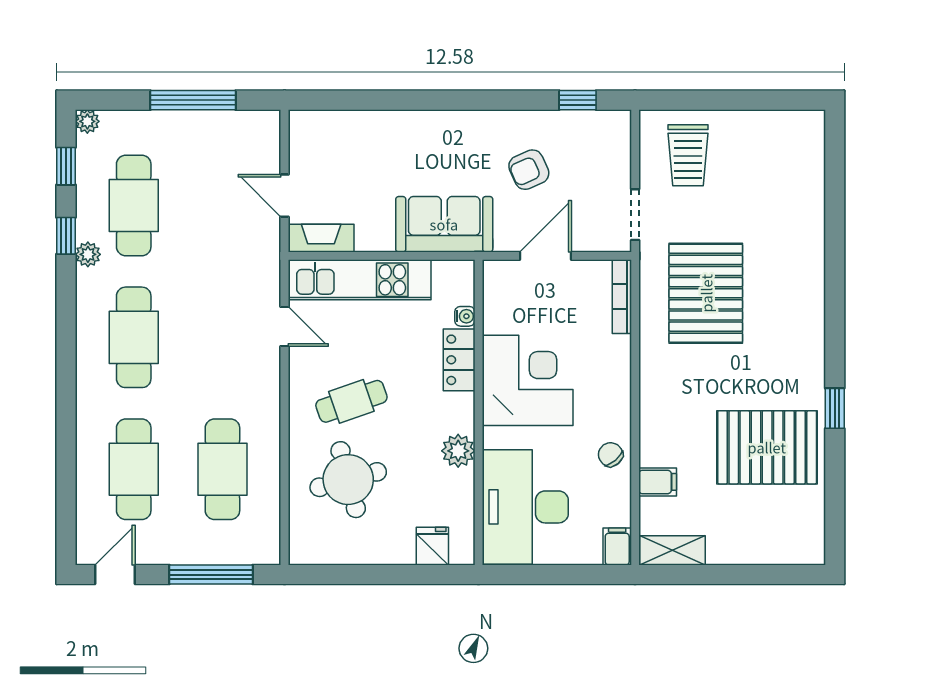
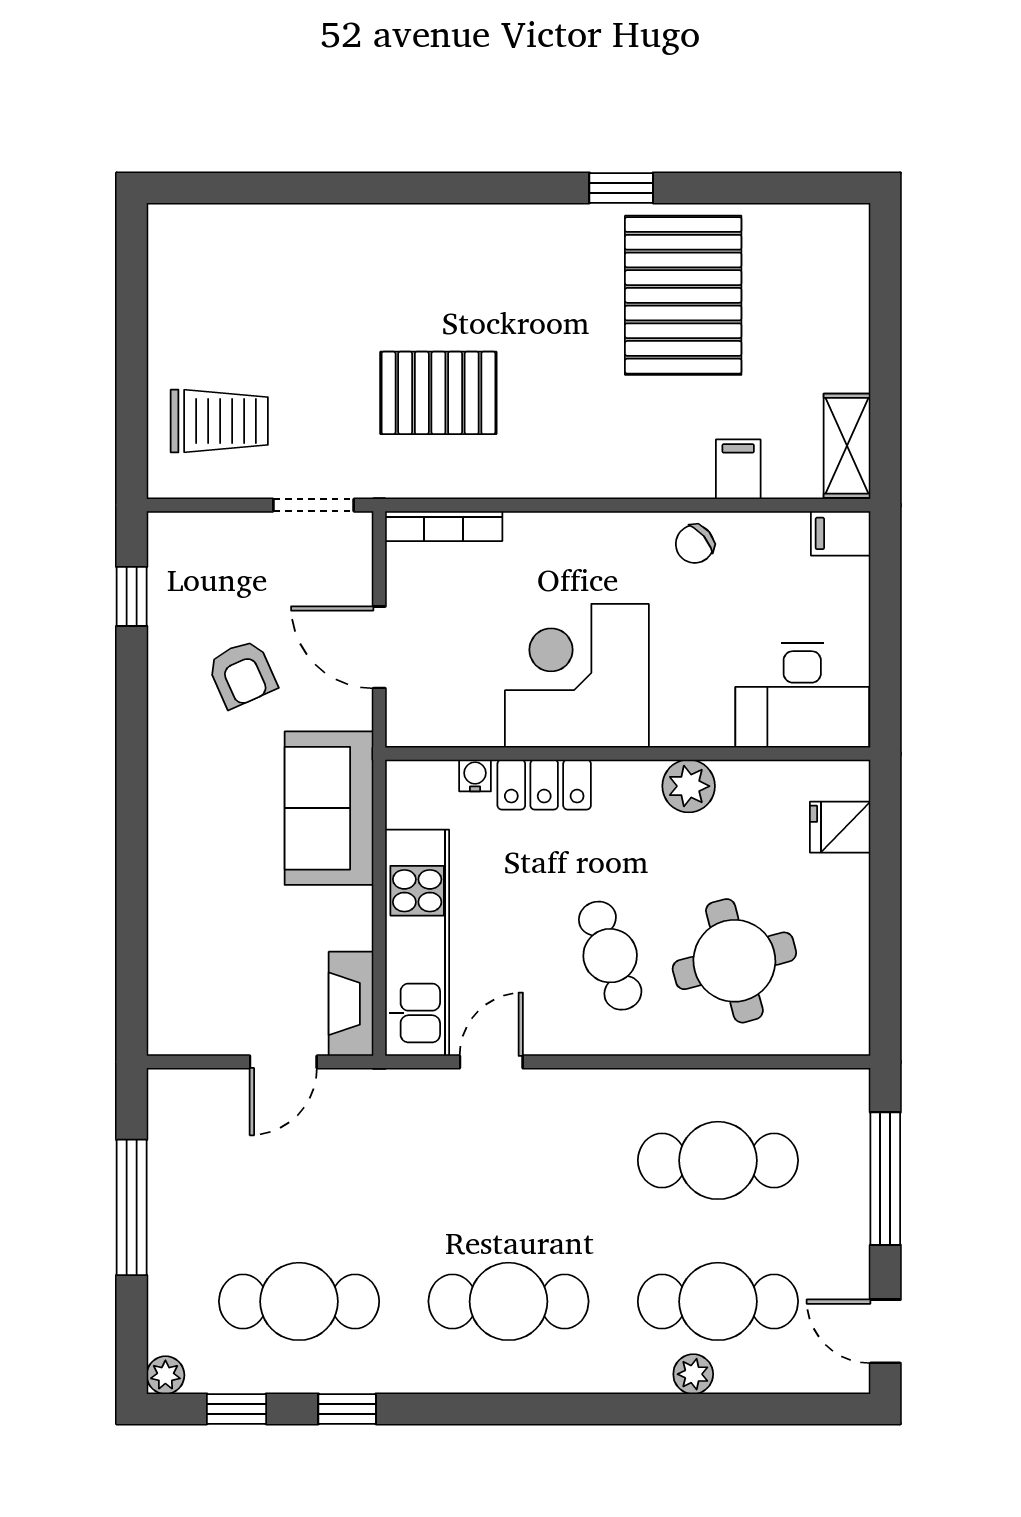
plant: (88, 254) -> (693, 1374), moved
pallet: (706, 293) -> (438, 393), width x0.73, depth x0.71
desk: (525, 507) -> (802, 695), width x0.73, depth x0.77

